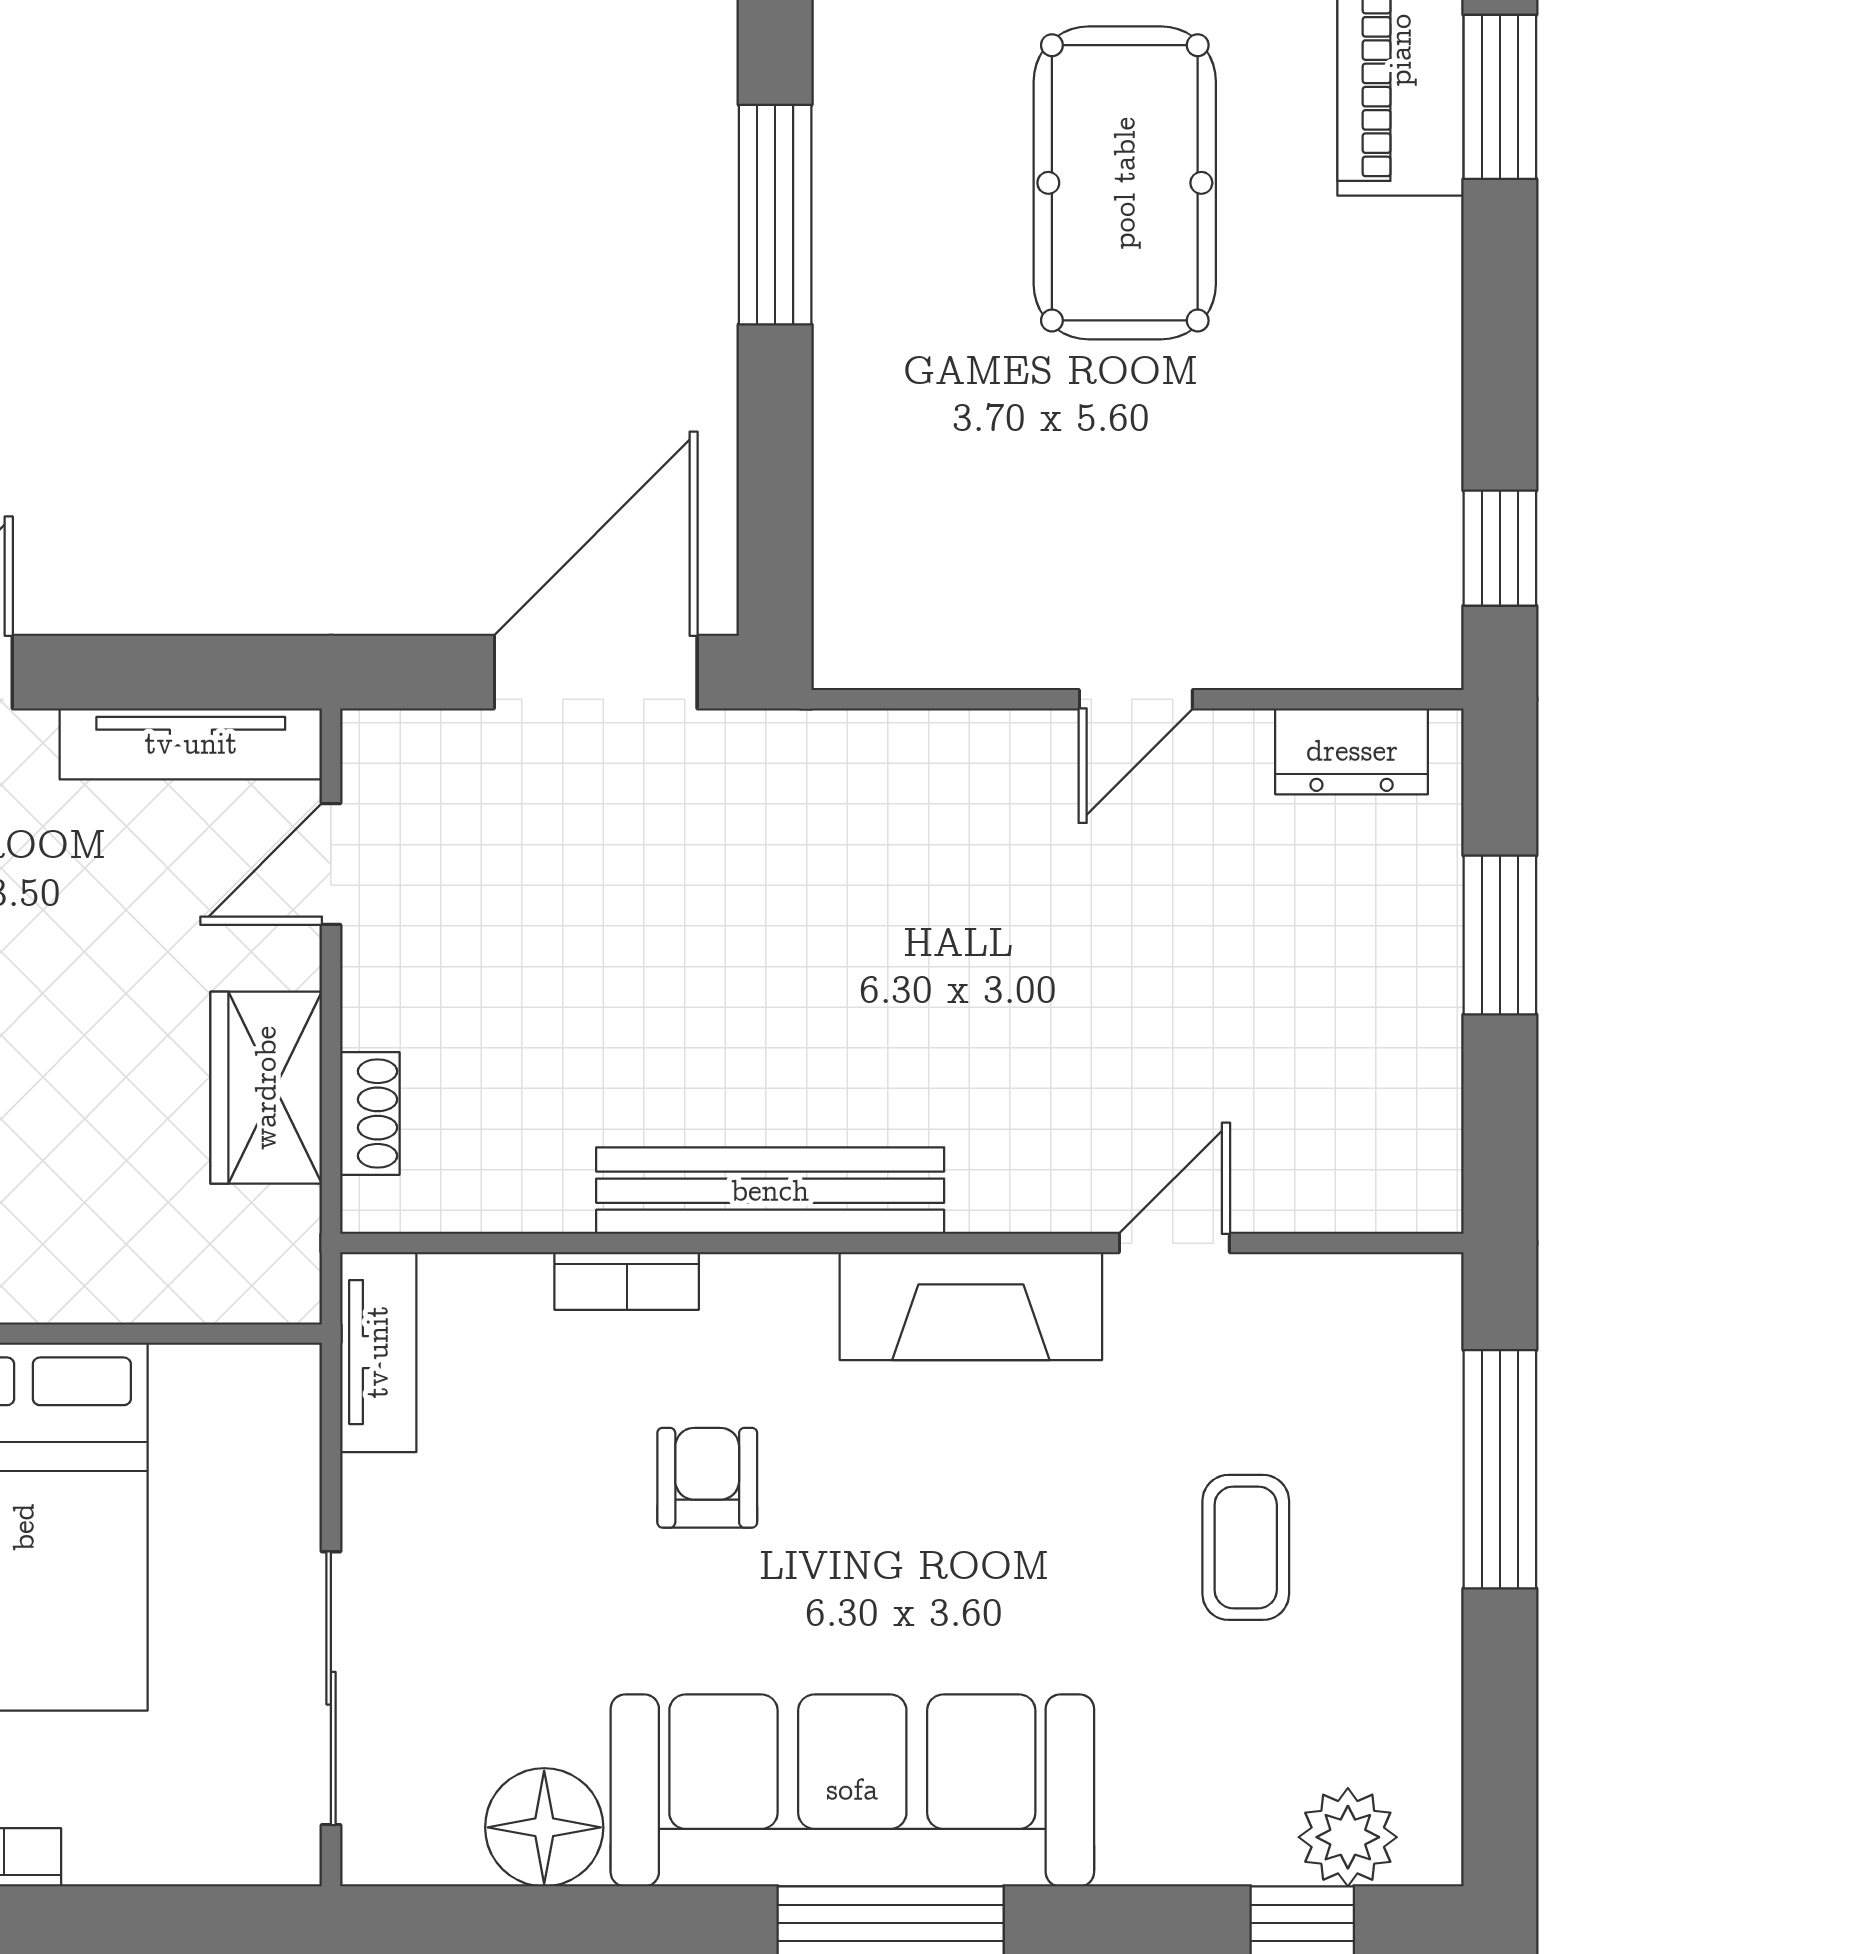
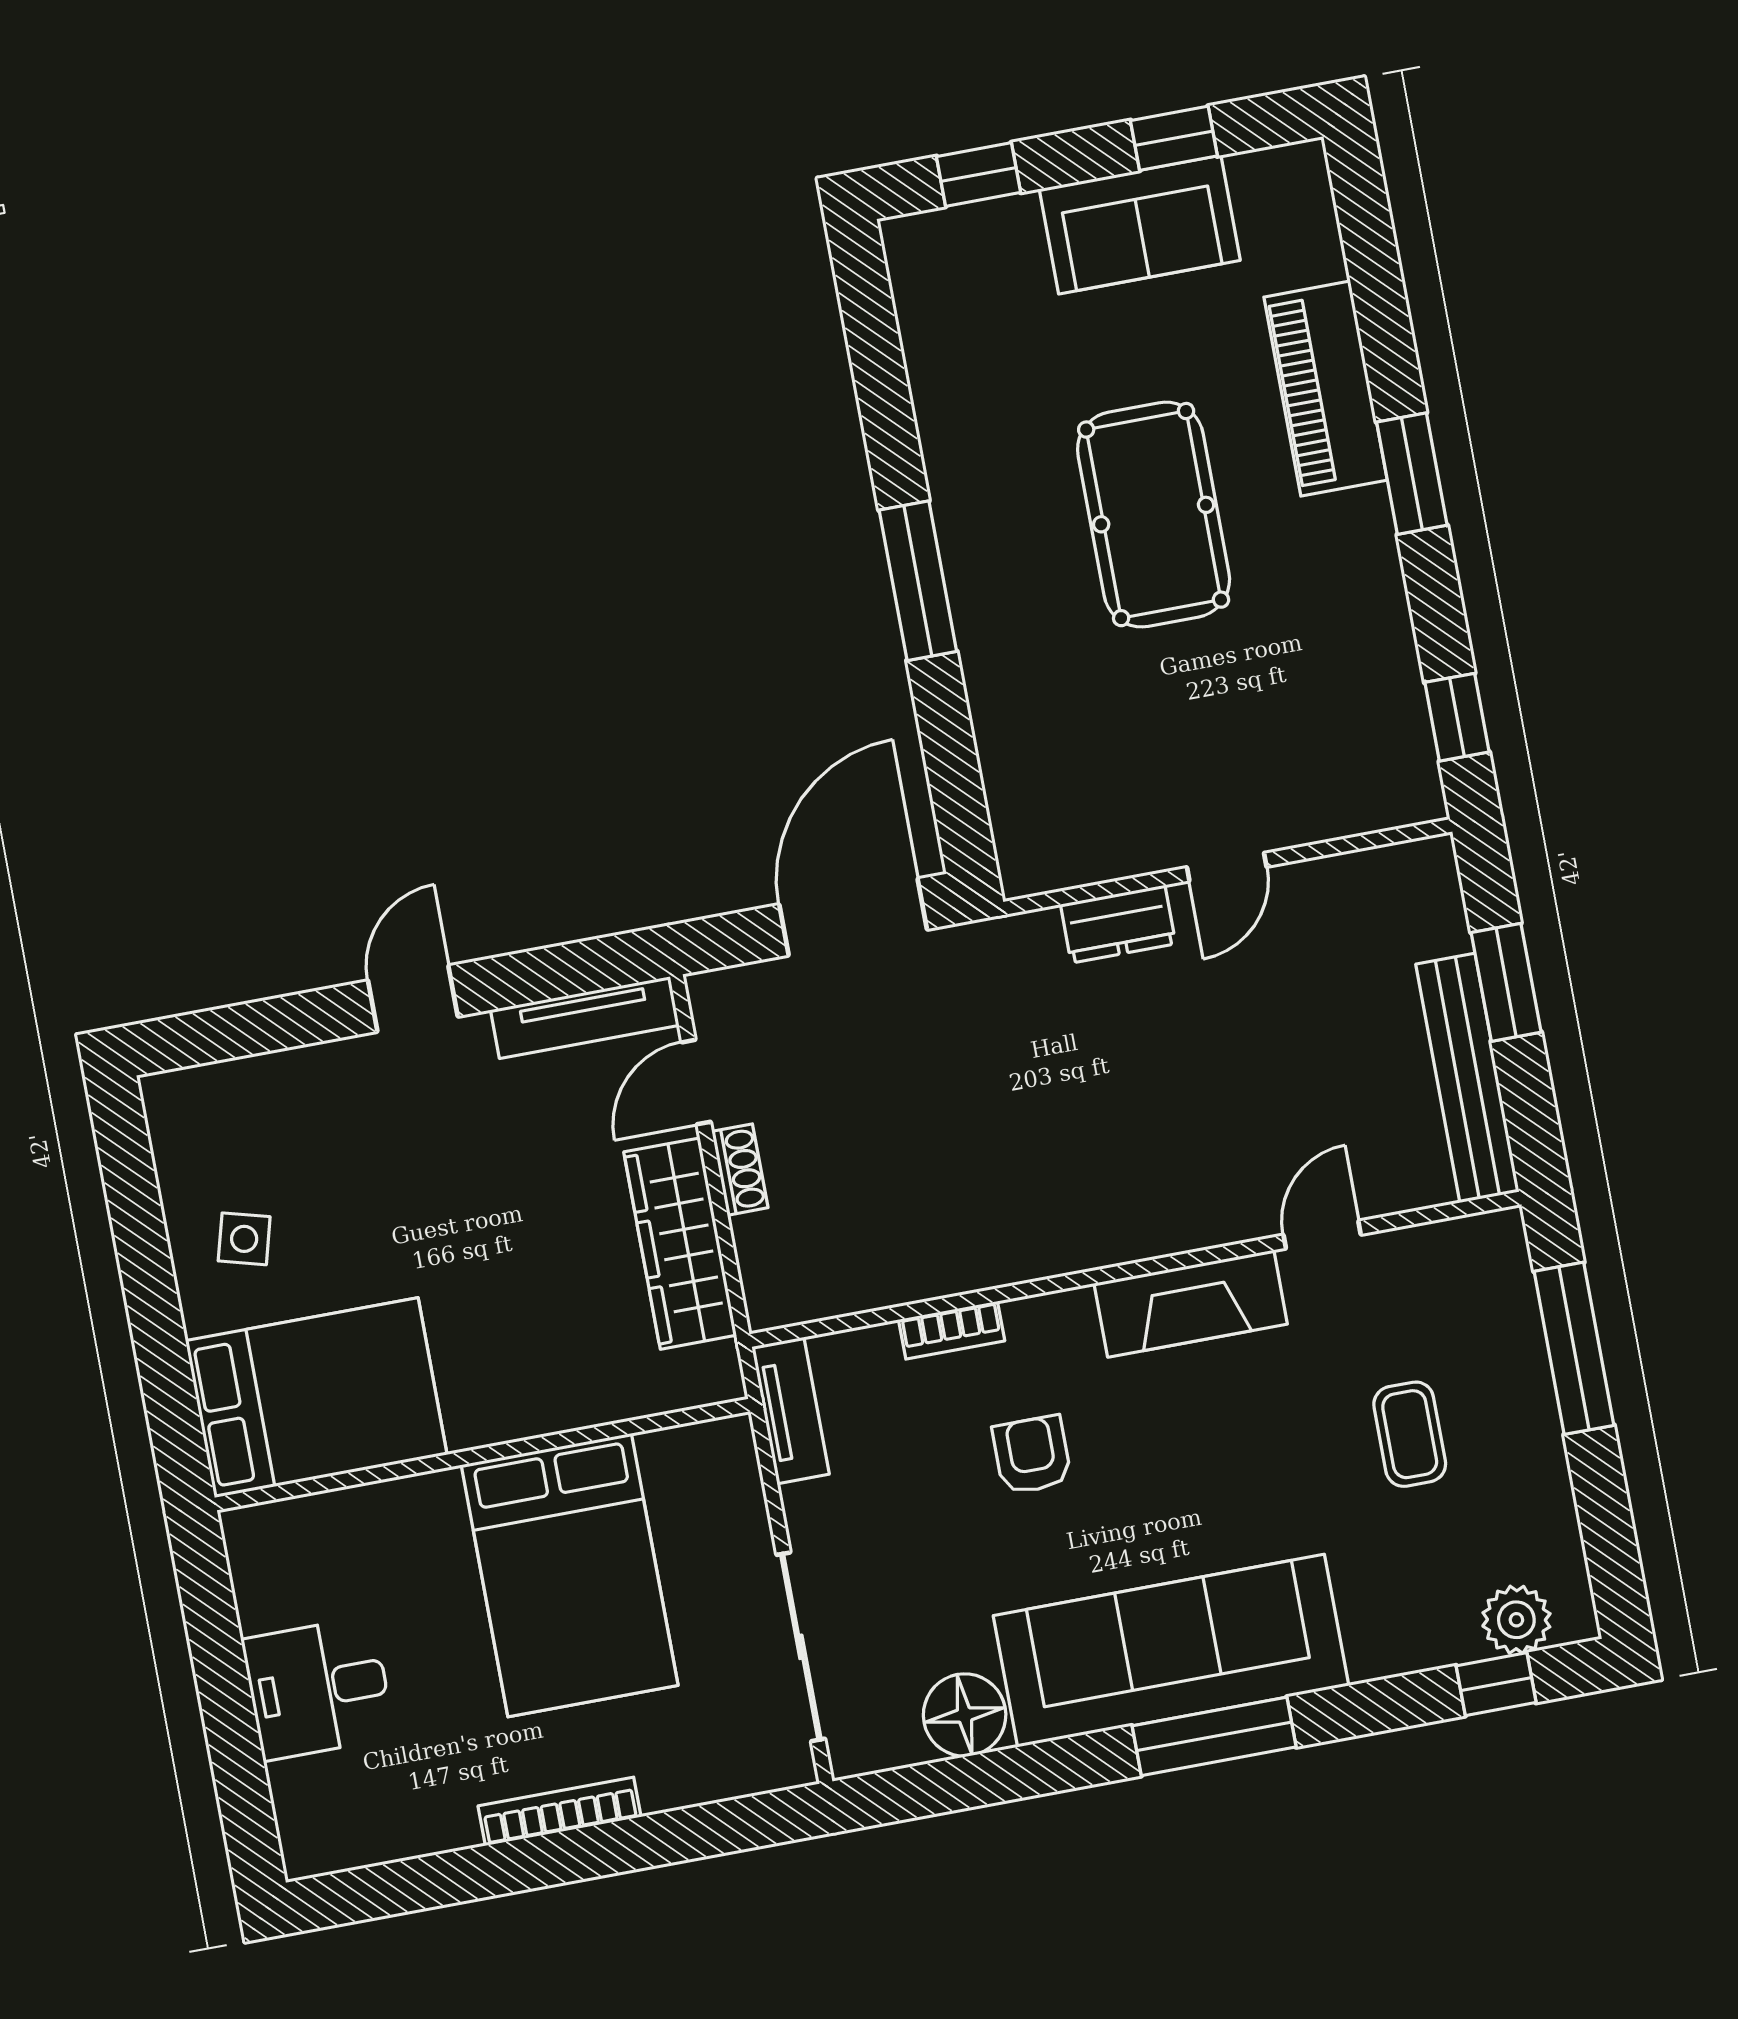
window: (1500, 97) -> (1412, 474), moved
dresser: (1352, 751) -> (1118, 924), moved
wardrobe: (266, 1088) -> (680, 1244), width x1.50
shoe rack: (370, 1113) -> (740, 1170), moved
bench: (770, 1191) -> (1467, 1078), moved, turned 90

